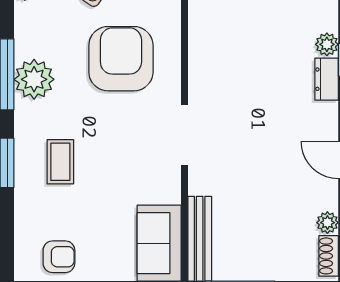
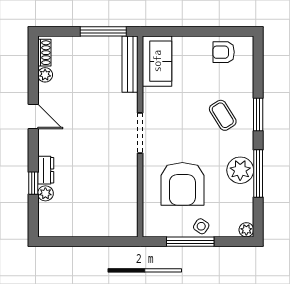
coffee table: (60, 162) -> (223, 115), turned -32

